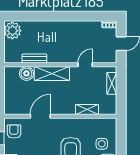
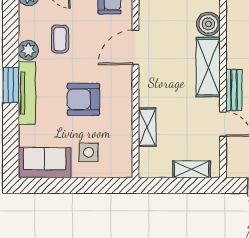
bench: (34, 58) -> (234, 90), moved
door: (40, 116) -> (136, 47), swing flipped

